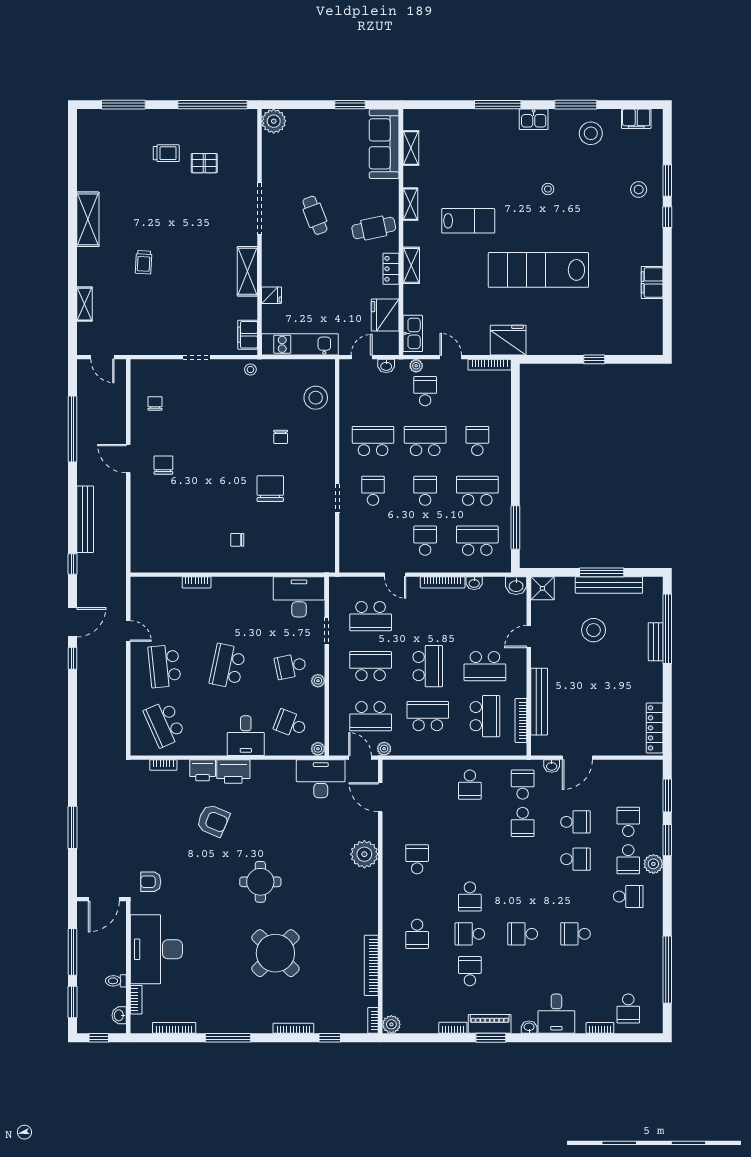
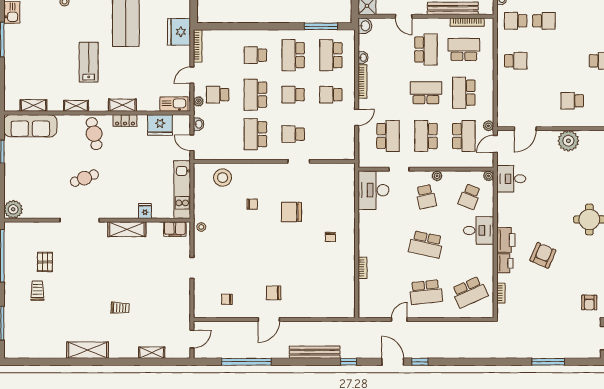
desk: (321, 779) -> (511, 179), width x0.73

